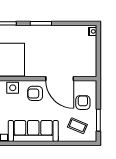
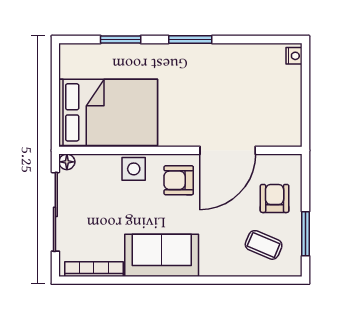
door: (60, 79) -> (228, 150), hinge flipped
sofa: (33, 131) -> (162, 255), width x0.73

